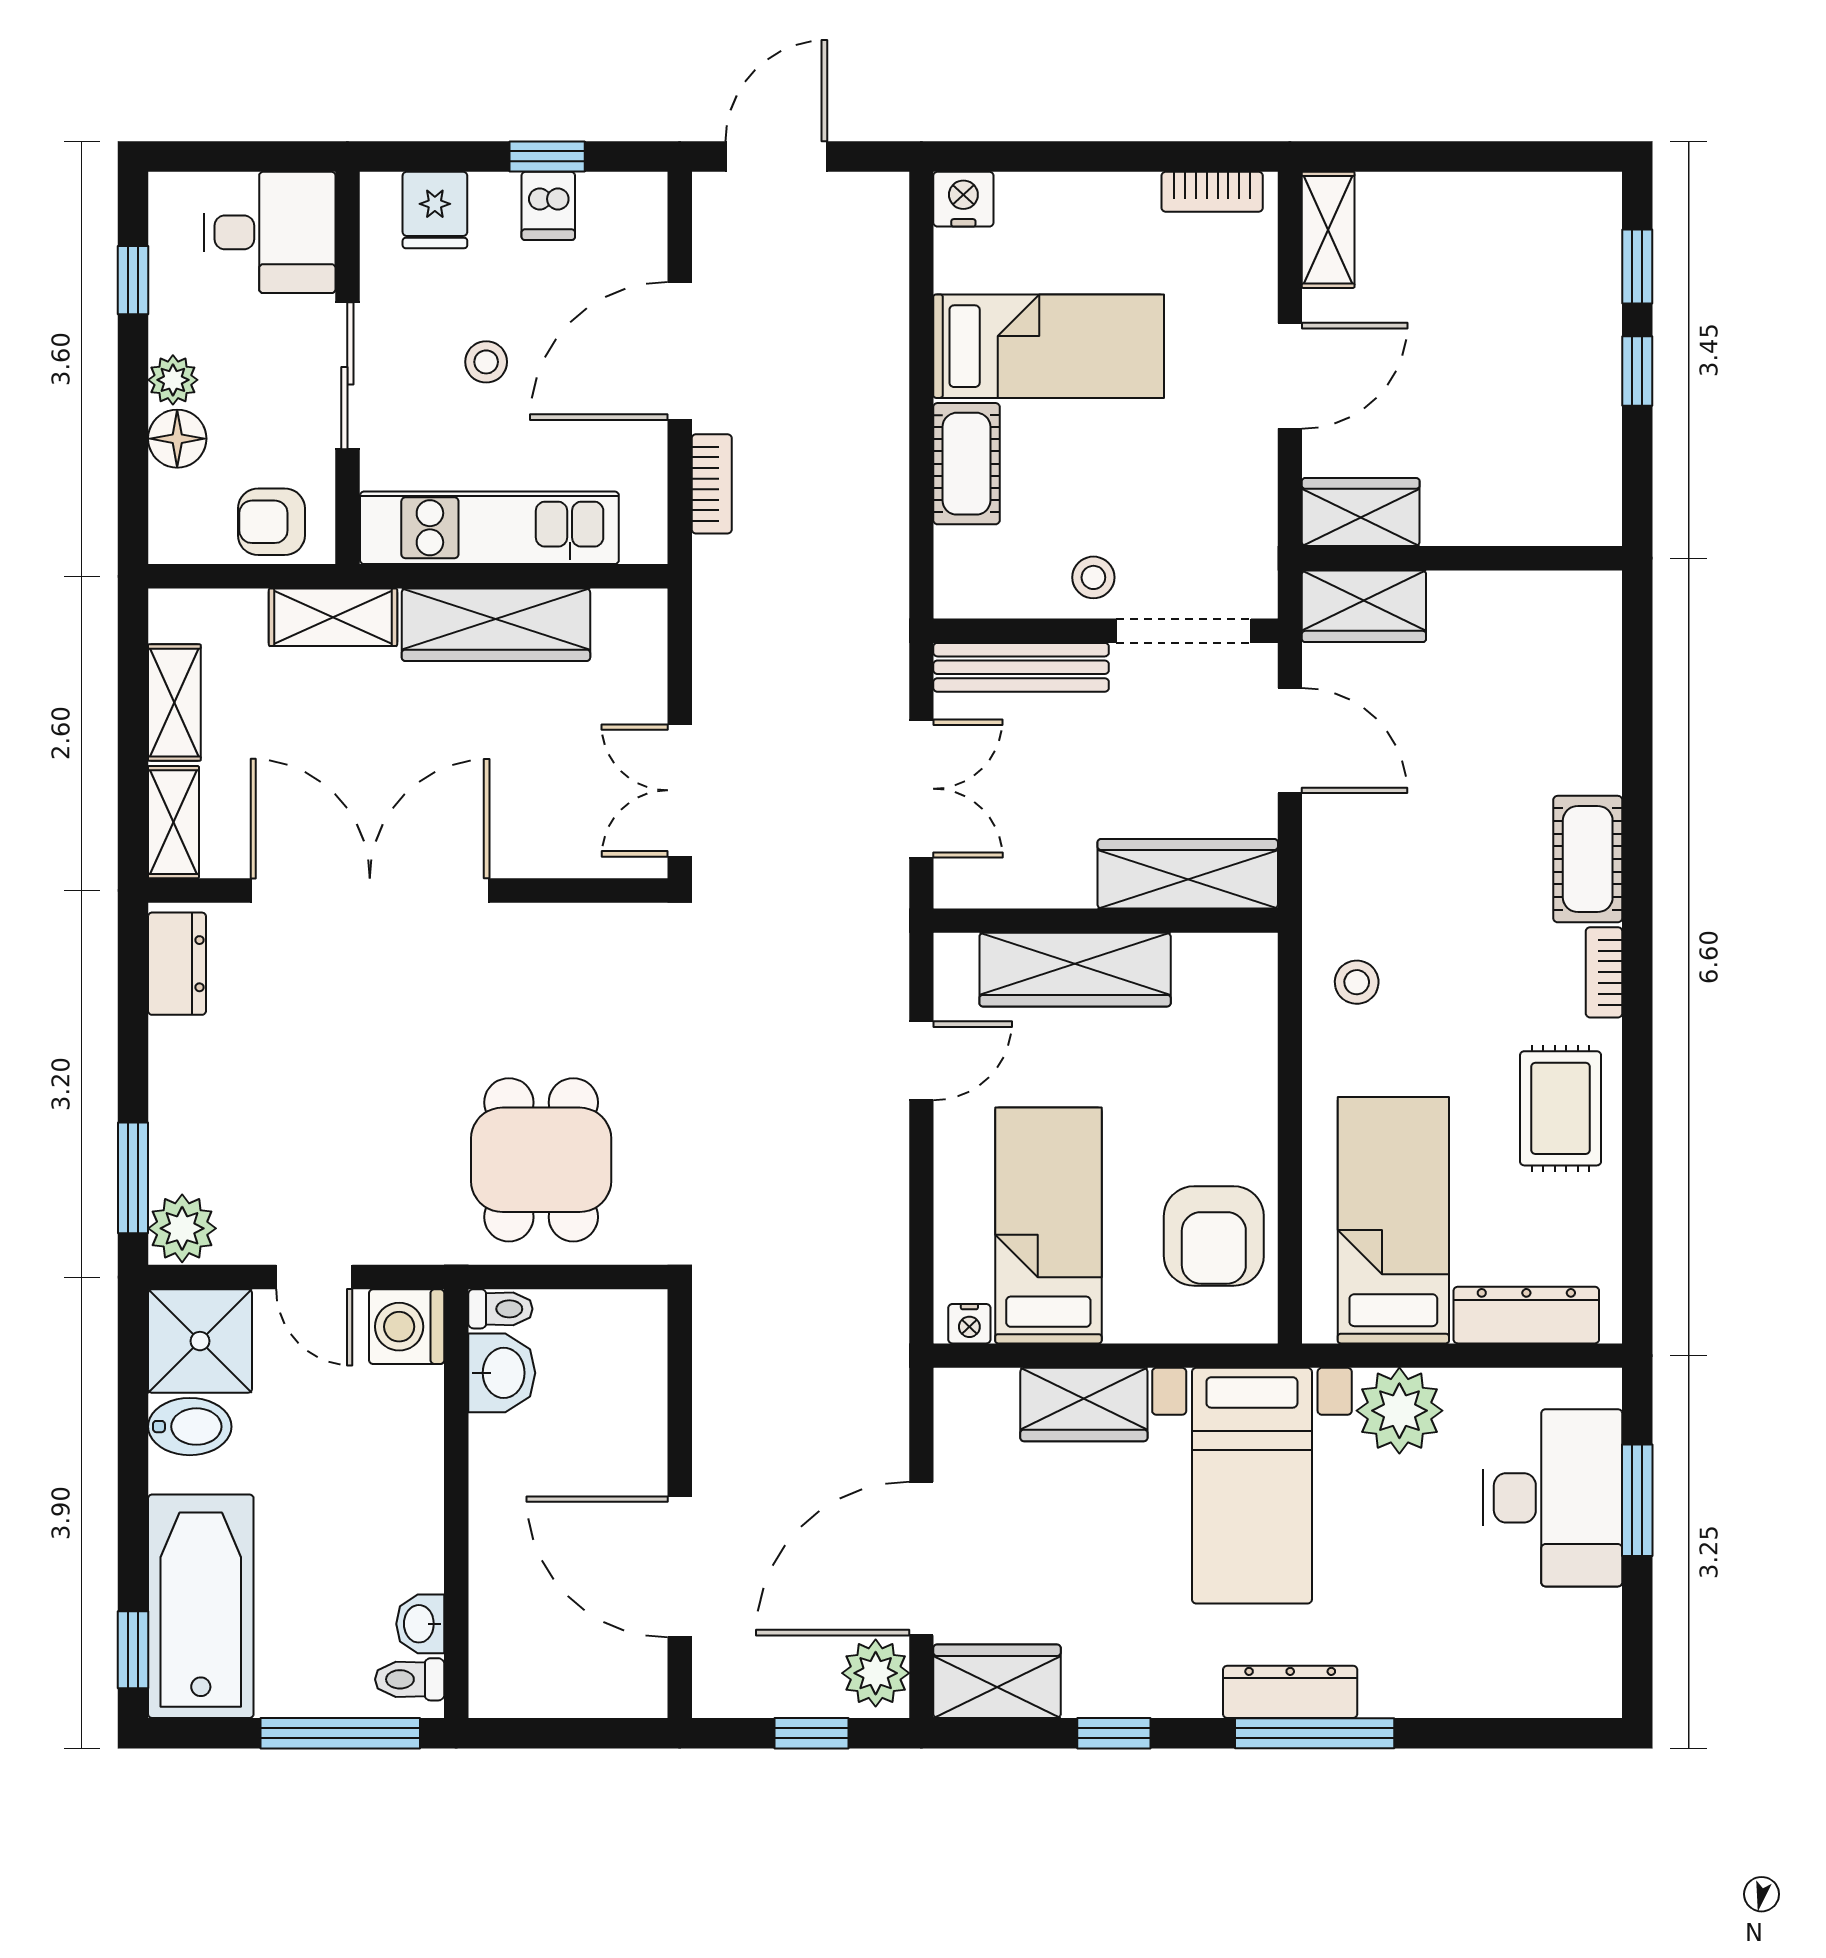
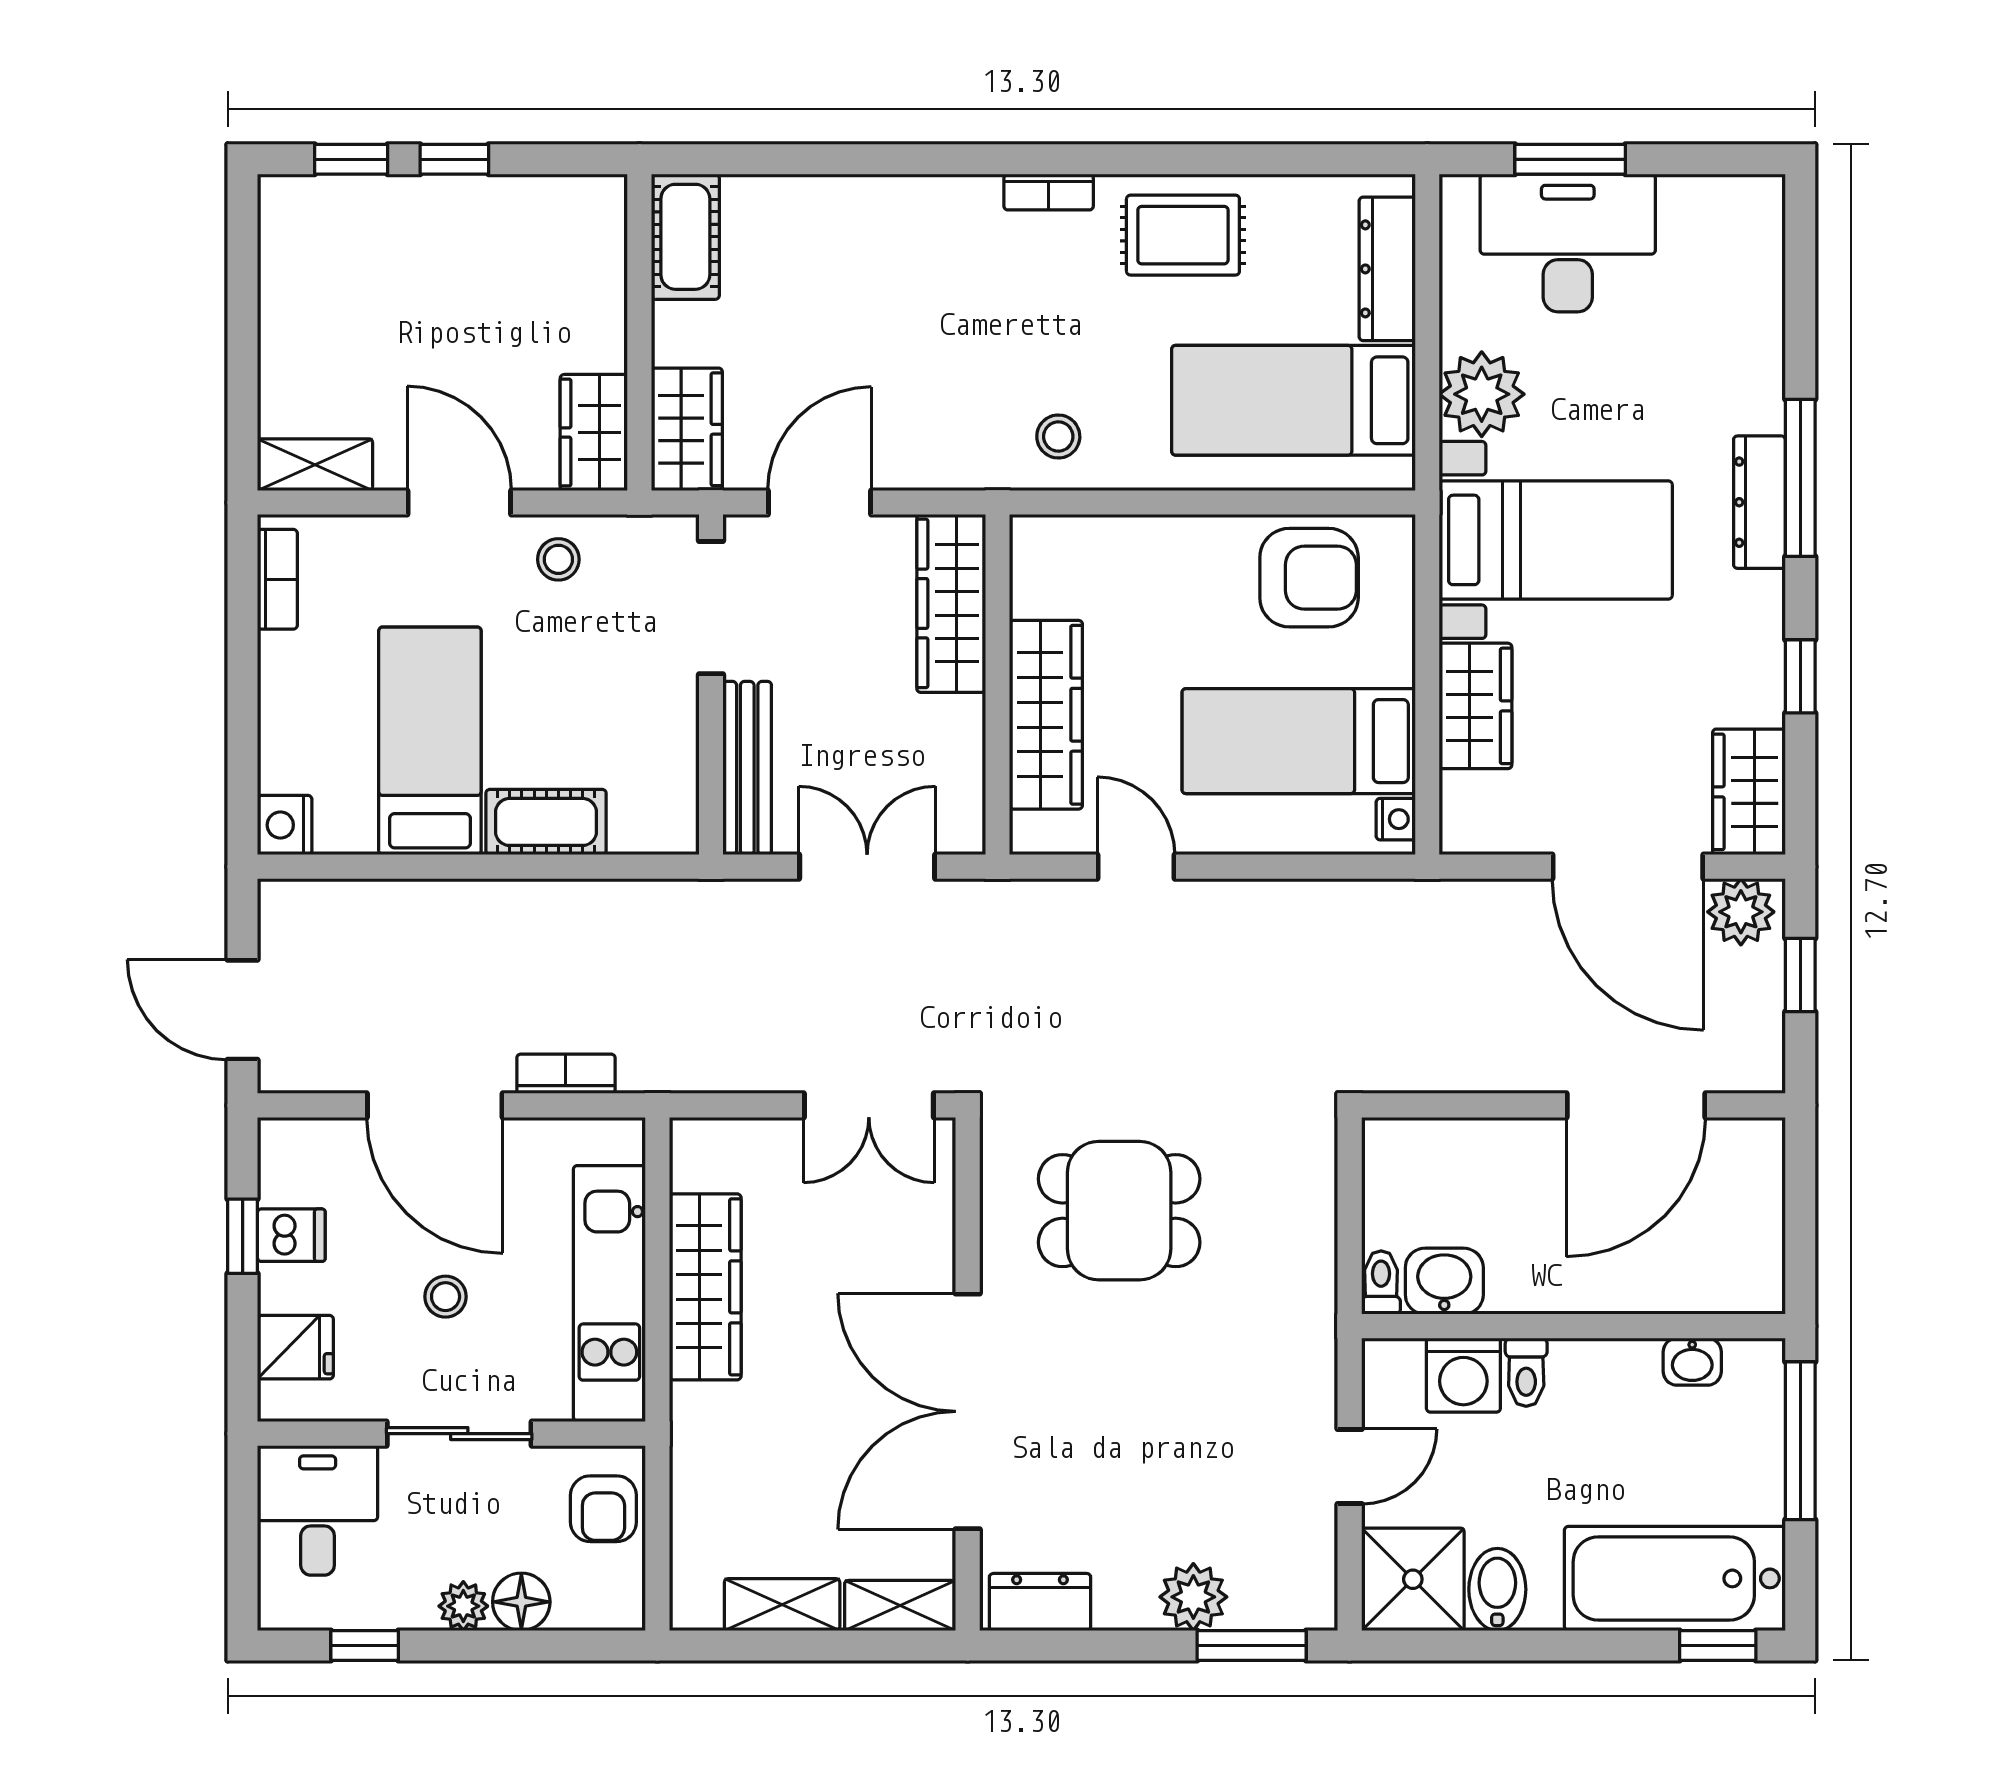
stool: (1093, 577) -> (558, 559), moved
shelving: (333, 617) -> (698, 1448), removed
cot: (1588, 859) -> (685, 237), moved, turned 90
dining table: (541, 1160) -> (1119, 1211), moved
plant: (182, 1228) -> (1193, 1597), moved
washing machine: (407, 1327) -> (1463, 1375), moved
toilet: (410, 1679) -> (1526, 1372), moved

